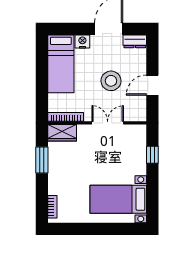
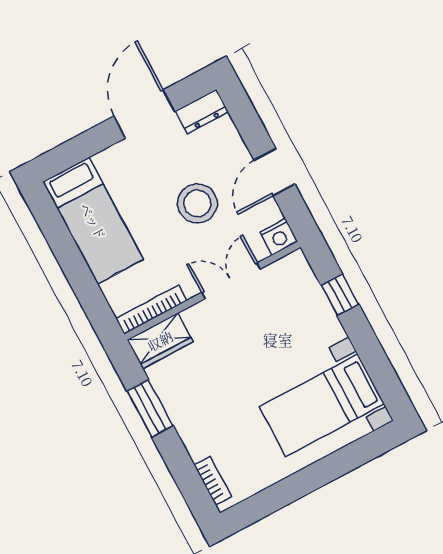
nightstand: (82, 41) -> (279, 237), moved, turned 180

